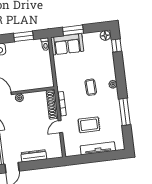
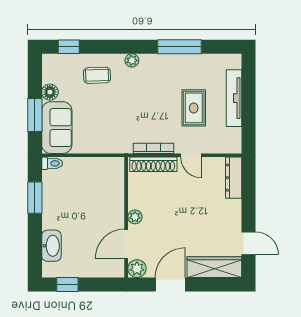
floor lamp: (105, 35) -> (50, 92), moved
coffee table: (91, 87) -> (97, 75), moved
dresser: (34, 156) -> (234, 178), moved

